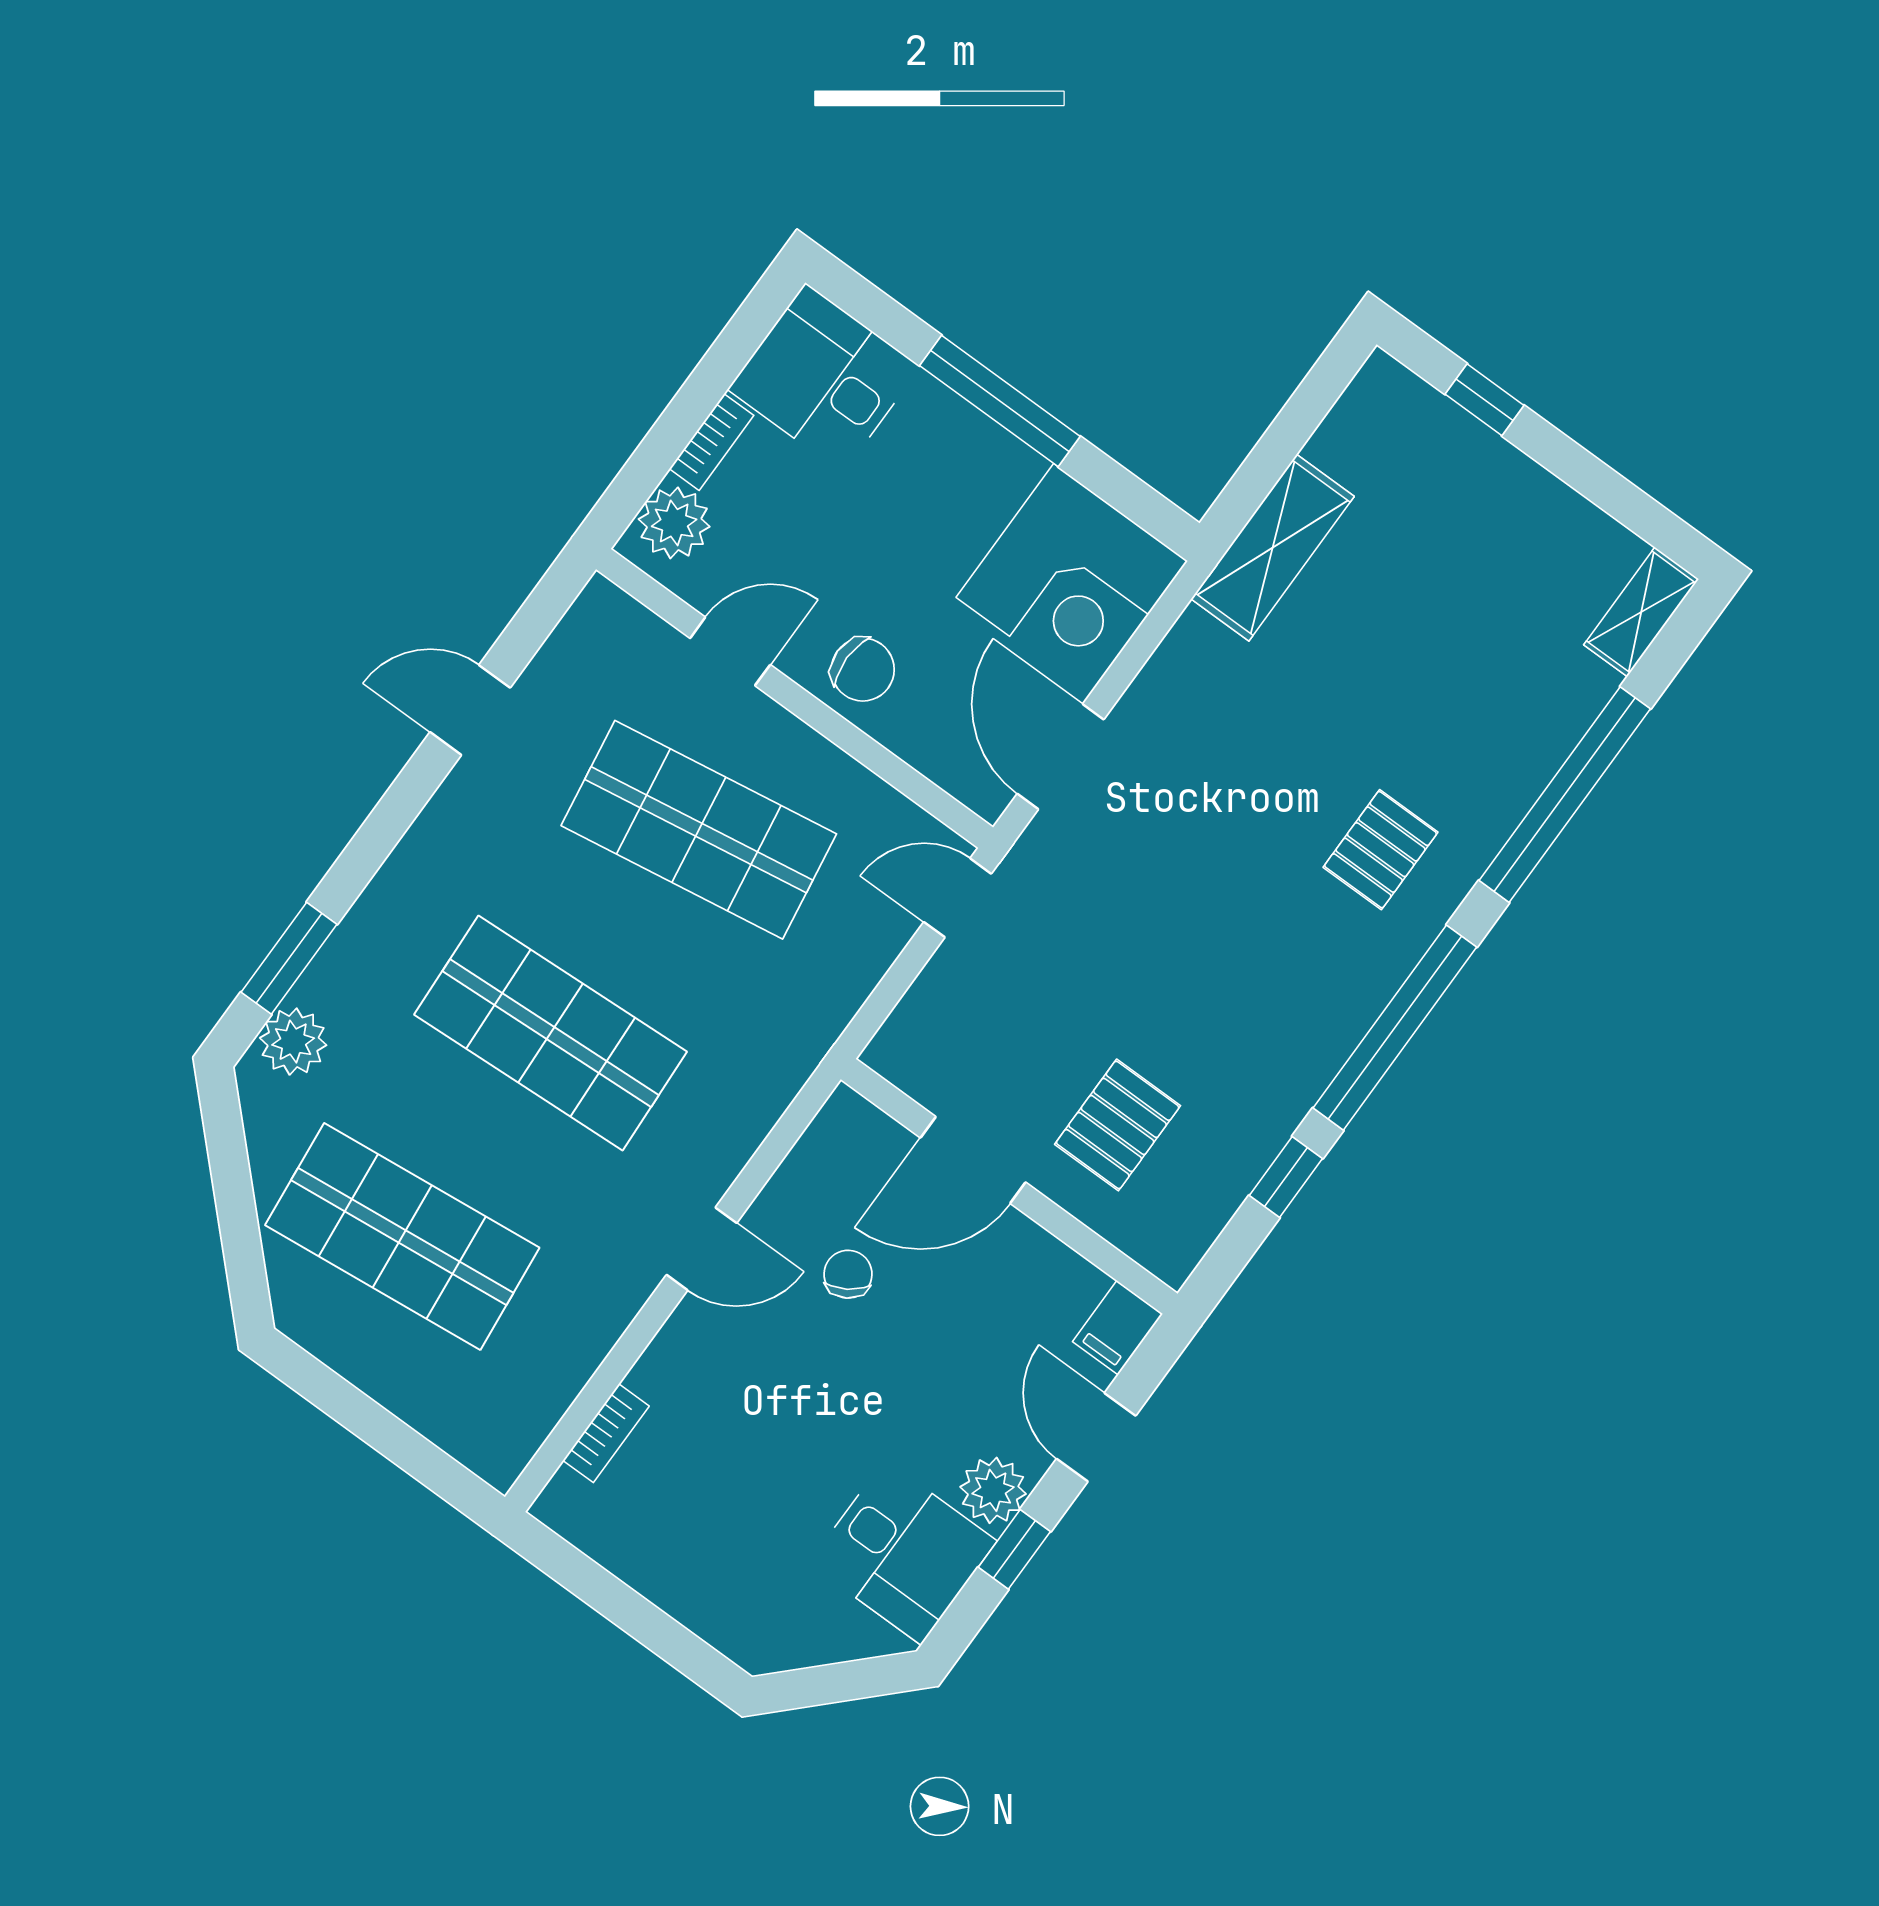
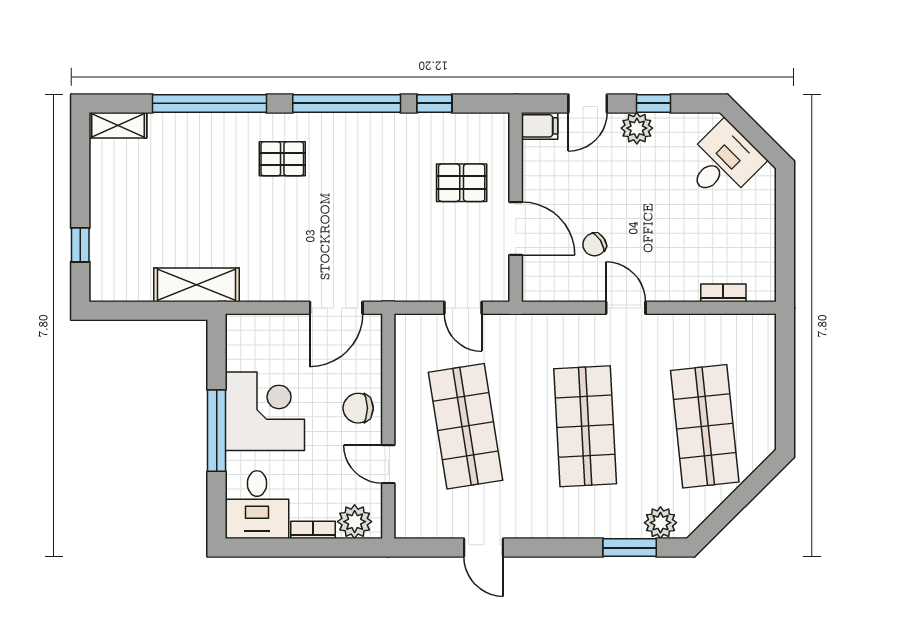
corner desk: (1072, 579) -> (265, 411), moved
chair: (863, 670) -> (358, 408), turned -90
door: (958, 898) -> (463, 308), moved
desk: (903, 1552) -> (723, 162), moved, turned 45

